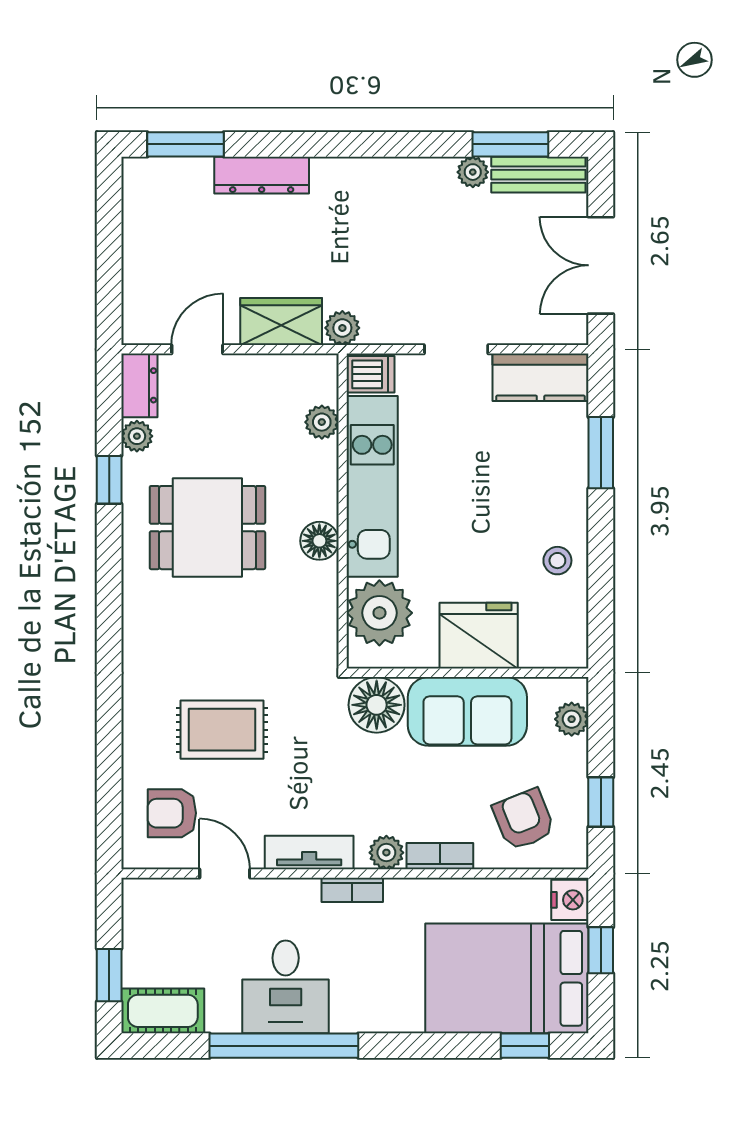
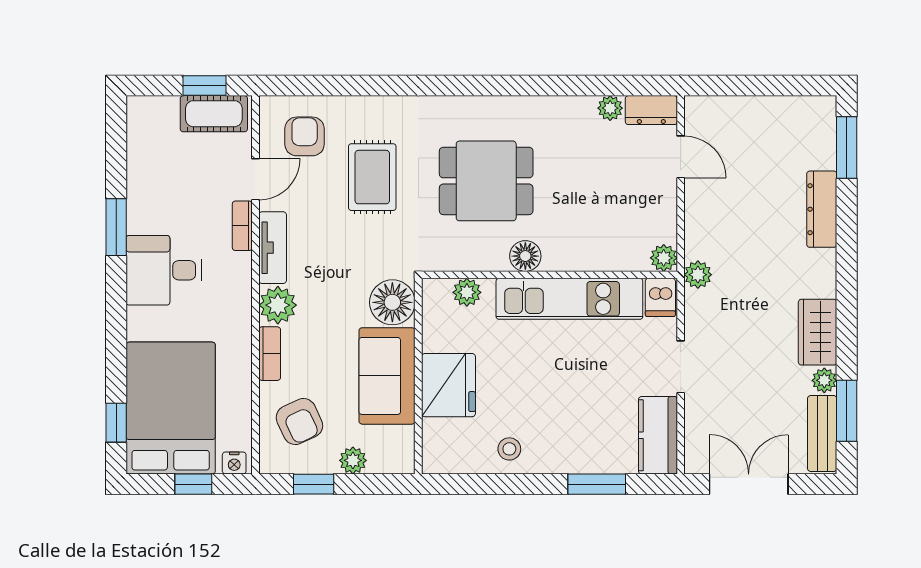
wardrobe: (281, 321) -> (818, 332), moved, turned 180
plant: (322, 422) -> (664, 258), moved
window: (109, 480) -> (575, 86), removed
dining table: (207, 528) -> (486, 181), moved, turned 90
plant: (379, 613) -> (467, 292), width x0.53, depth x0.53
plant: (572, 719) -> (353, 460), moved
armchair: (524, 819) -> (299, 422), turned 87
plant: (386, 853) -> (278, 305), width x1.38, depth x1.38
bookcase: (352, 890) -> (242, 226), moved
nightstand: (570, 900) -> (234, 463), width x0.72, depth x0.74
window: (109, 975) -> (205, 86), moved
desk: (286, 987) -> (164, 270), moved
cot: (163, 1011) -> (214, 114), moved, turned 90
window: (284, 1046) -> (116, 227), width x0.47

